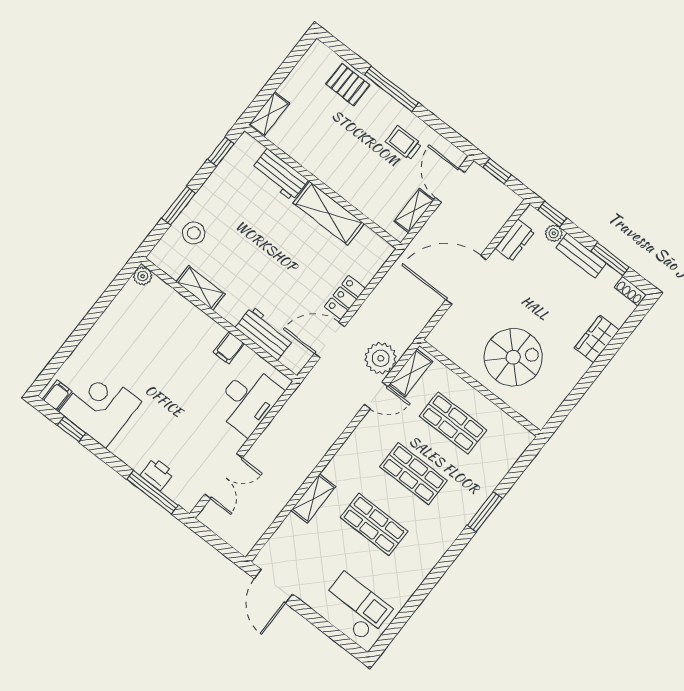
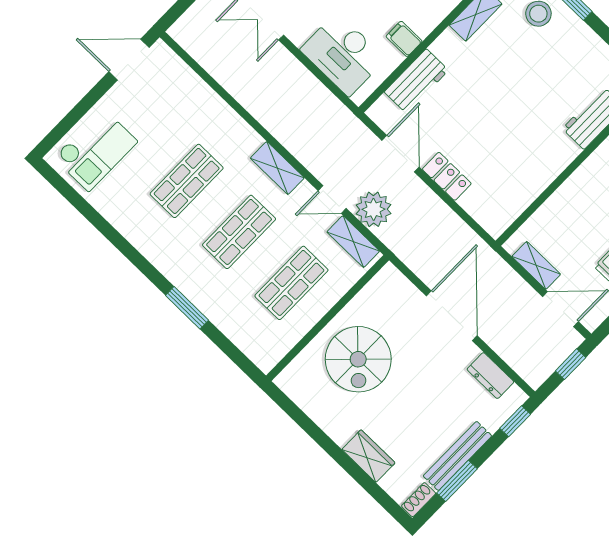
shelving: (329, 213) -> (544, 169), removed
plant: (554, 233) -> (493, 420), removed
bench: (581, 256) -> (457, 456), width x1.36
door: (376, 395) -> (332, 200), hinge flipped
shelving: (313, 499) -> (277, 168), moved

